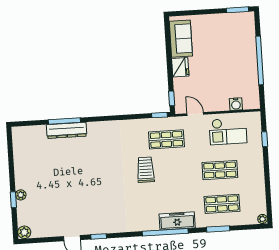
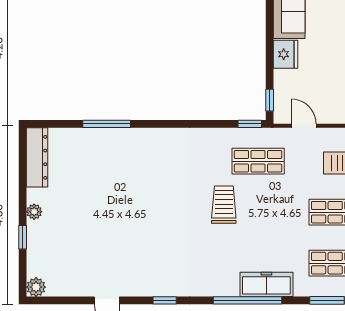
dresser: (67, 130) -> (37, 157), moved, turned -90
plant: (21, 195) -> (34, 212), moved
window: (99, 236) -> (165, 300), moved

